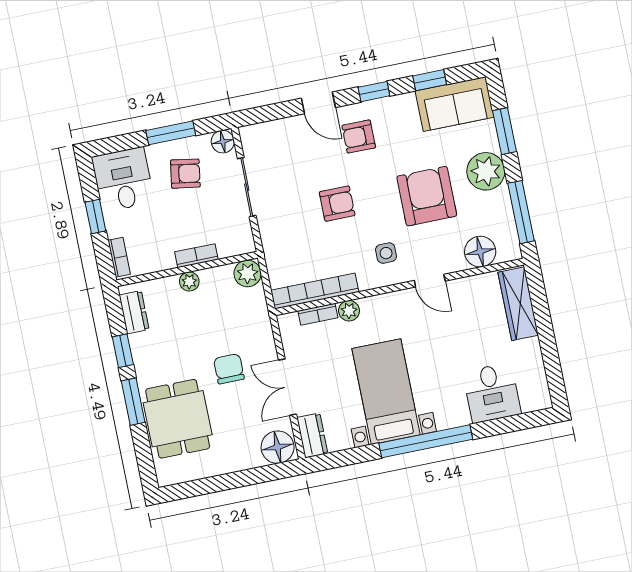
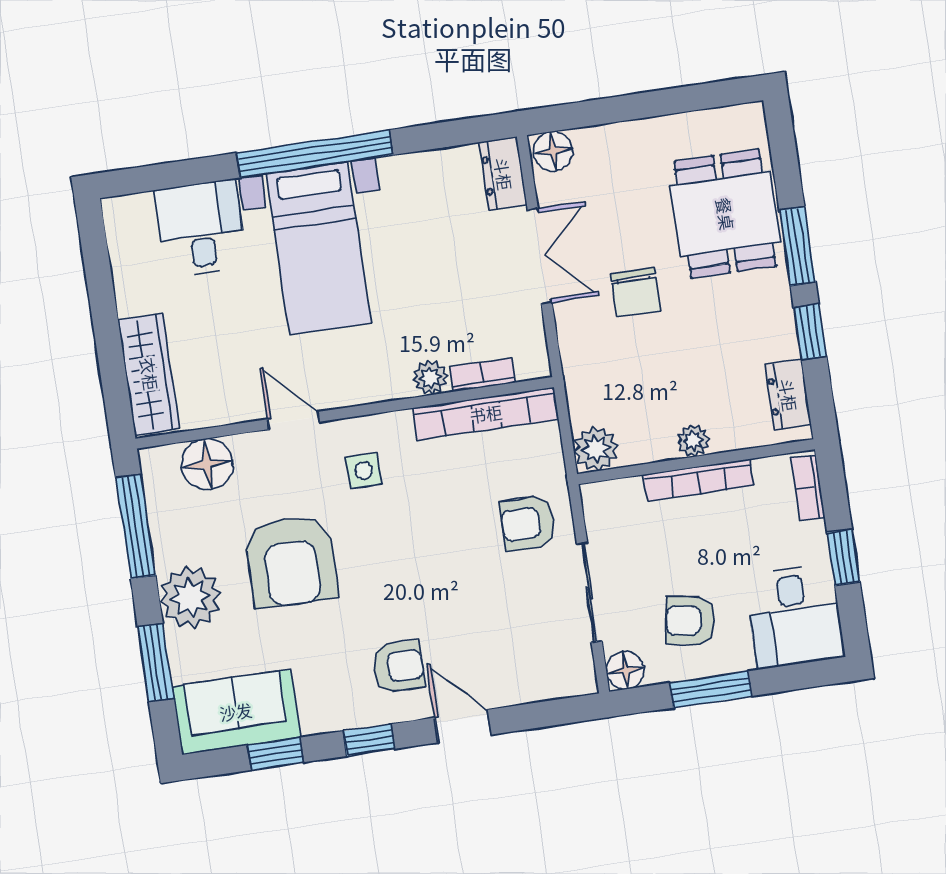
armchair: (337, 204) -> (528, 523), moved
bookcase: (196, 256) -> (698, 480), width x1.56
bed with nightstands: (386, 392) -> (318, 249), moved
floor lamp: (278, 447) -> (553, 151), width x0.73, depth x0.73

